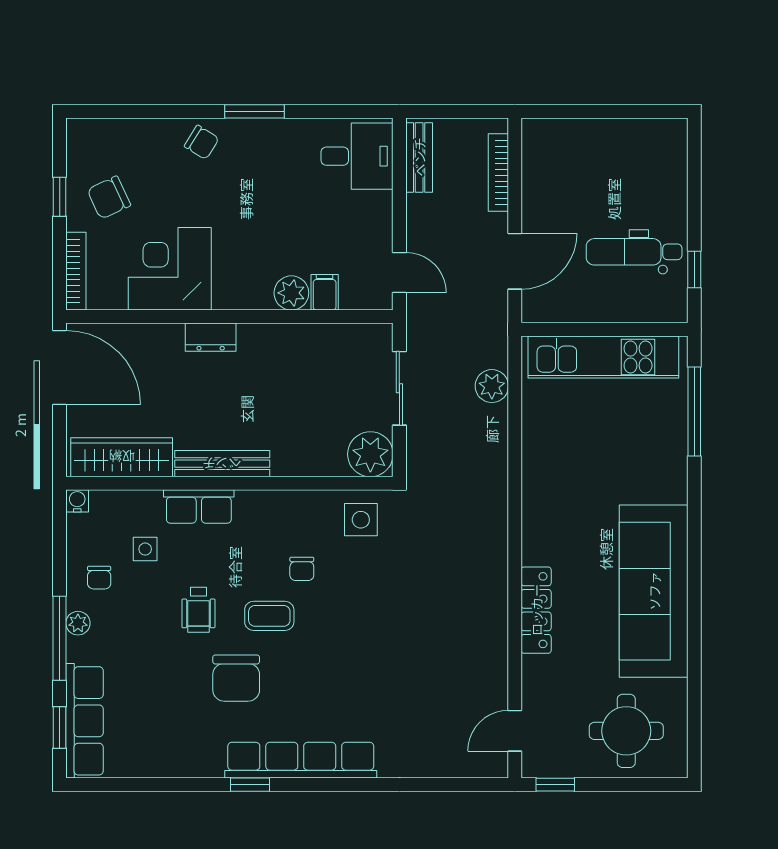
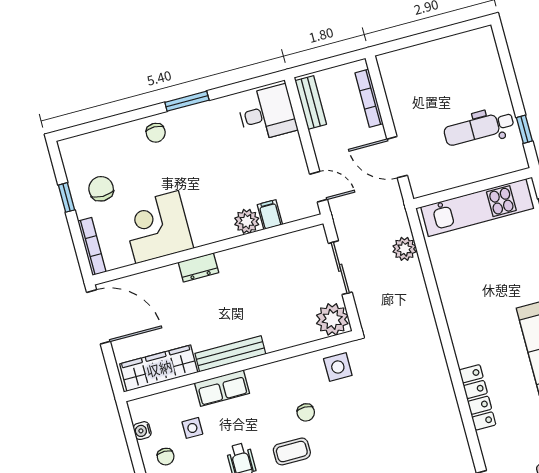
chair: (202, 142) -> (156, 133), turned 58
chair: (109, 198) -> (101, 189), turned 115
door: (515, 261) -> (397, 157), swing flipped
water cooler: (77, 501) -> (142, 431), moved, turned -90

